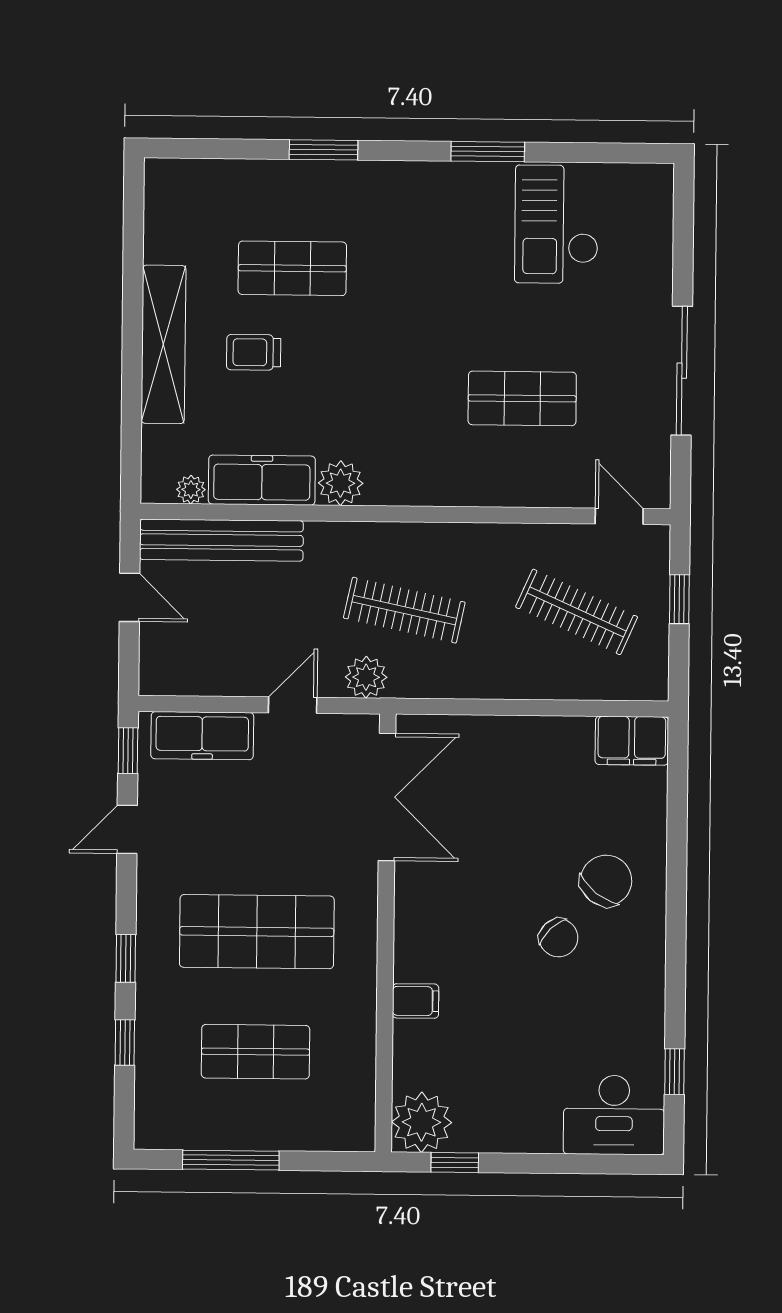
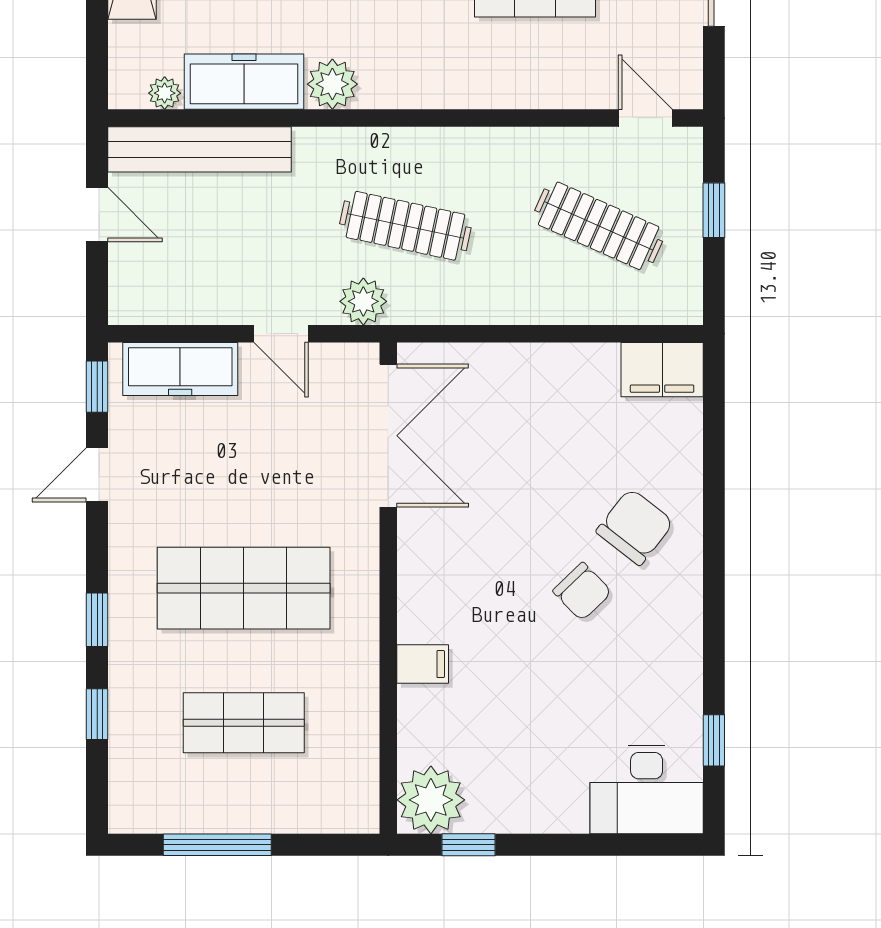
door: (293, 705) -> (281, 334), swing flipped

